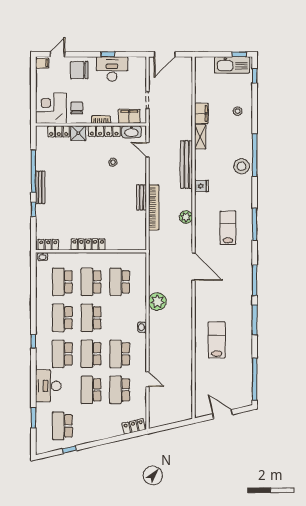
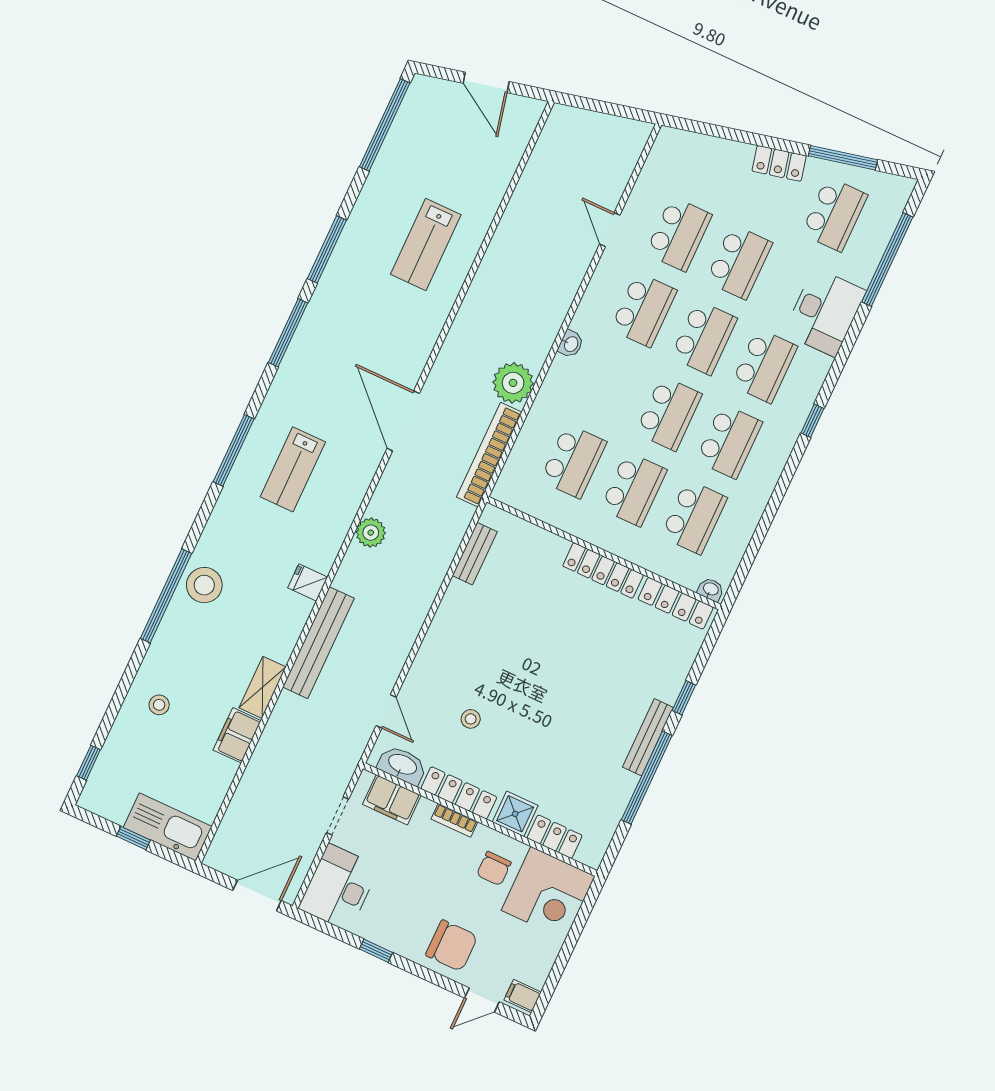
window: (239, 54) -> (133, 838), moved
kitchen sink: (232, 65) -> (168, 827), moved
desk: (112, 69) -> (339, 888), moved, turned 90
bench: (141, 197) -> (475, 554), moved
bookcase: (154, 207) -> (489, 455), moved
locker: (48, 245) -> (676, 603), width x1.53
window: (33, 418) -> (887, 260), width x2.11
locker: (134, 426) -> (779, 163), moved
window: (69, 450) -> (843, 158), width x2.17

